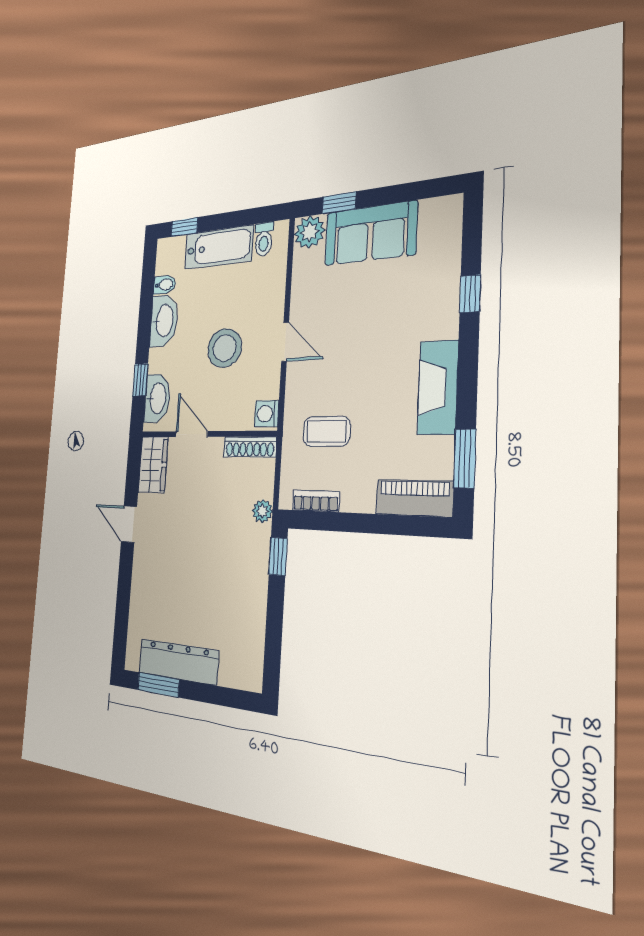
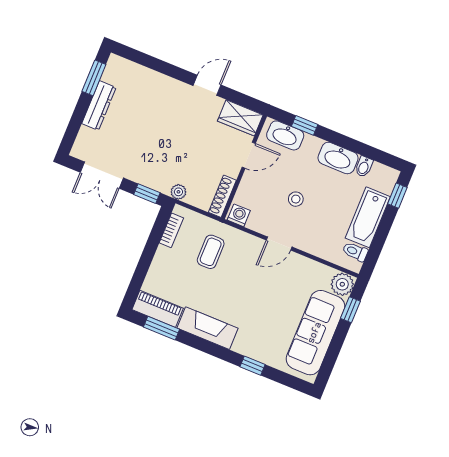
sofa: (370, 233) -> (315, 333), width x1.36
stool: (224, 348) -> (296, 199), width x0.53, depth x0.53
piano: (414, 498) -> (158, 309), moved, turned -90
double door: (274, 633) -> (102, 175), added
dresser: (178, 662) -> (99, 105), width x0.73, depth x0.80

